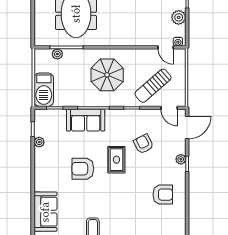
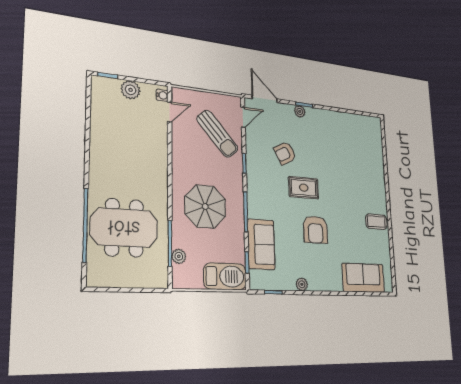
parasol: (107, 75) -> (205, 206), moved
sofa: (86, 120) -> (261, 244), moved
plant: (39, 142) -> (302, 284), moved
armchair: (163, 195) -> (337, 137), removed

